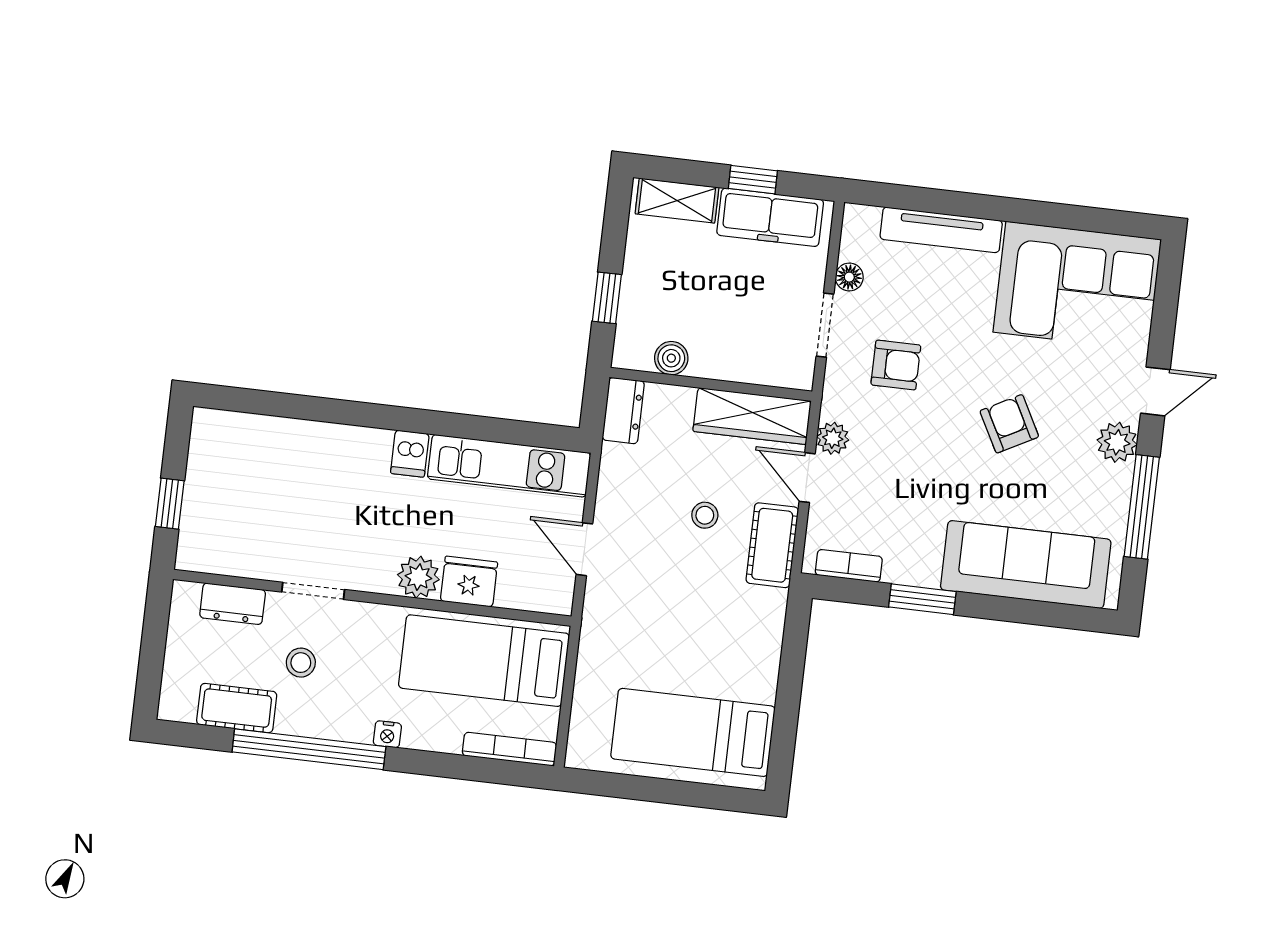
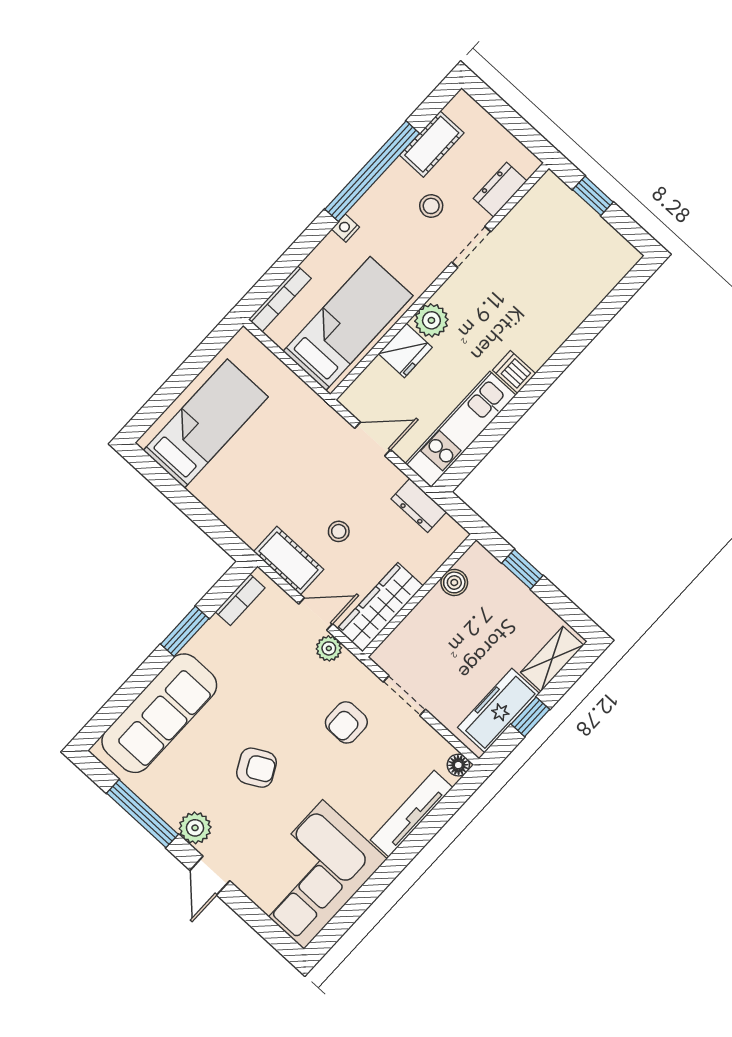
floor lamp: (849, 277) -> (458, 765), moved
dresser: (623, 411) -> (419, 505), moved

